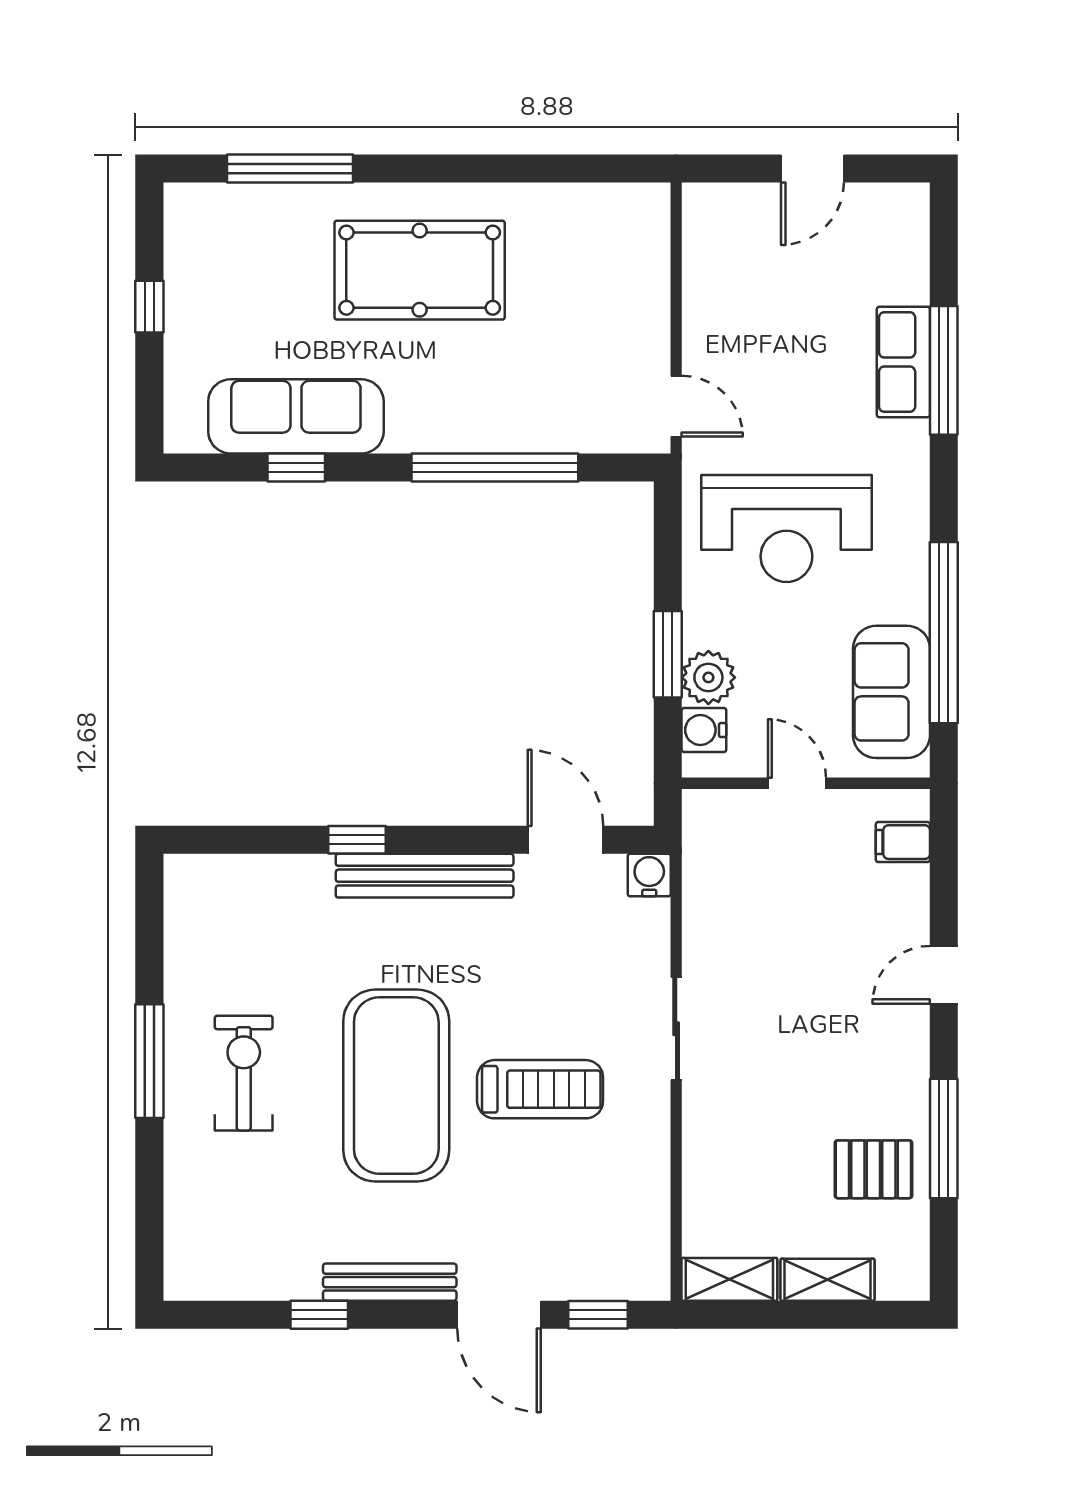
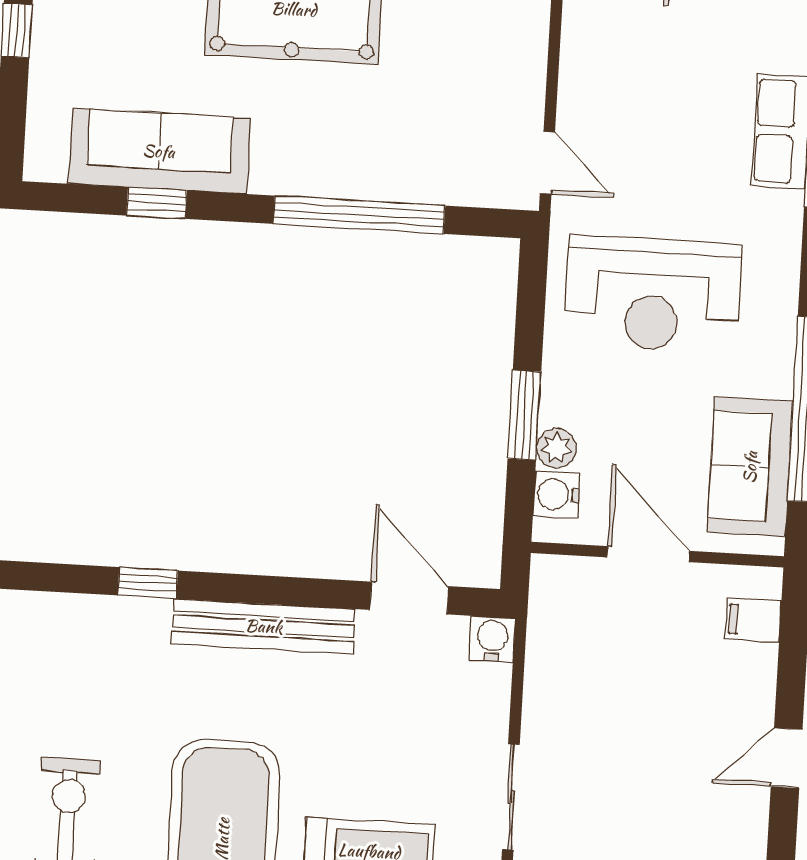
plant: (708, 677) -> (556, 448), width x0.73, depth x0.73
door: (797, 783) -> (648, 554), width x1.38
window: (357, 840) -> (148, 583), moved

